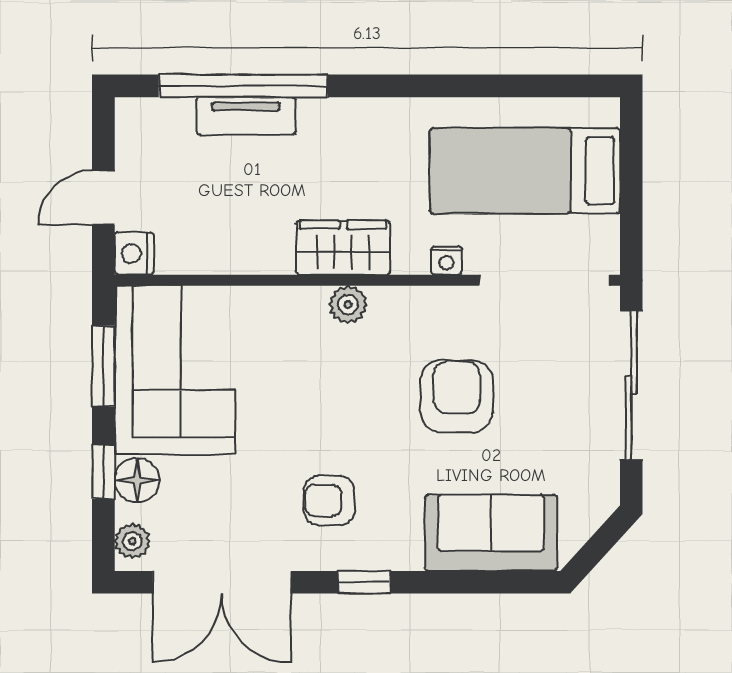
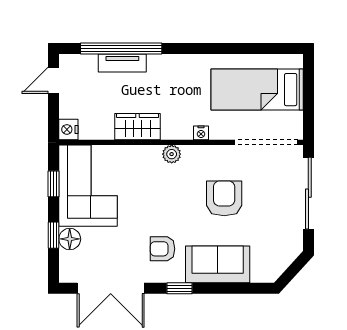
door: (103, 198) -> (53, 80), moved
wardrobe: (343, 248) -> (138, 127), moved
nightstand: (446, 261) -> (201, 133), moved
window: (103, 366) -> (53, 184), width x0.67
sofa: (491, 533) -> (218, 264), moved
plant: (132, 541) -> (67, 268), removed

